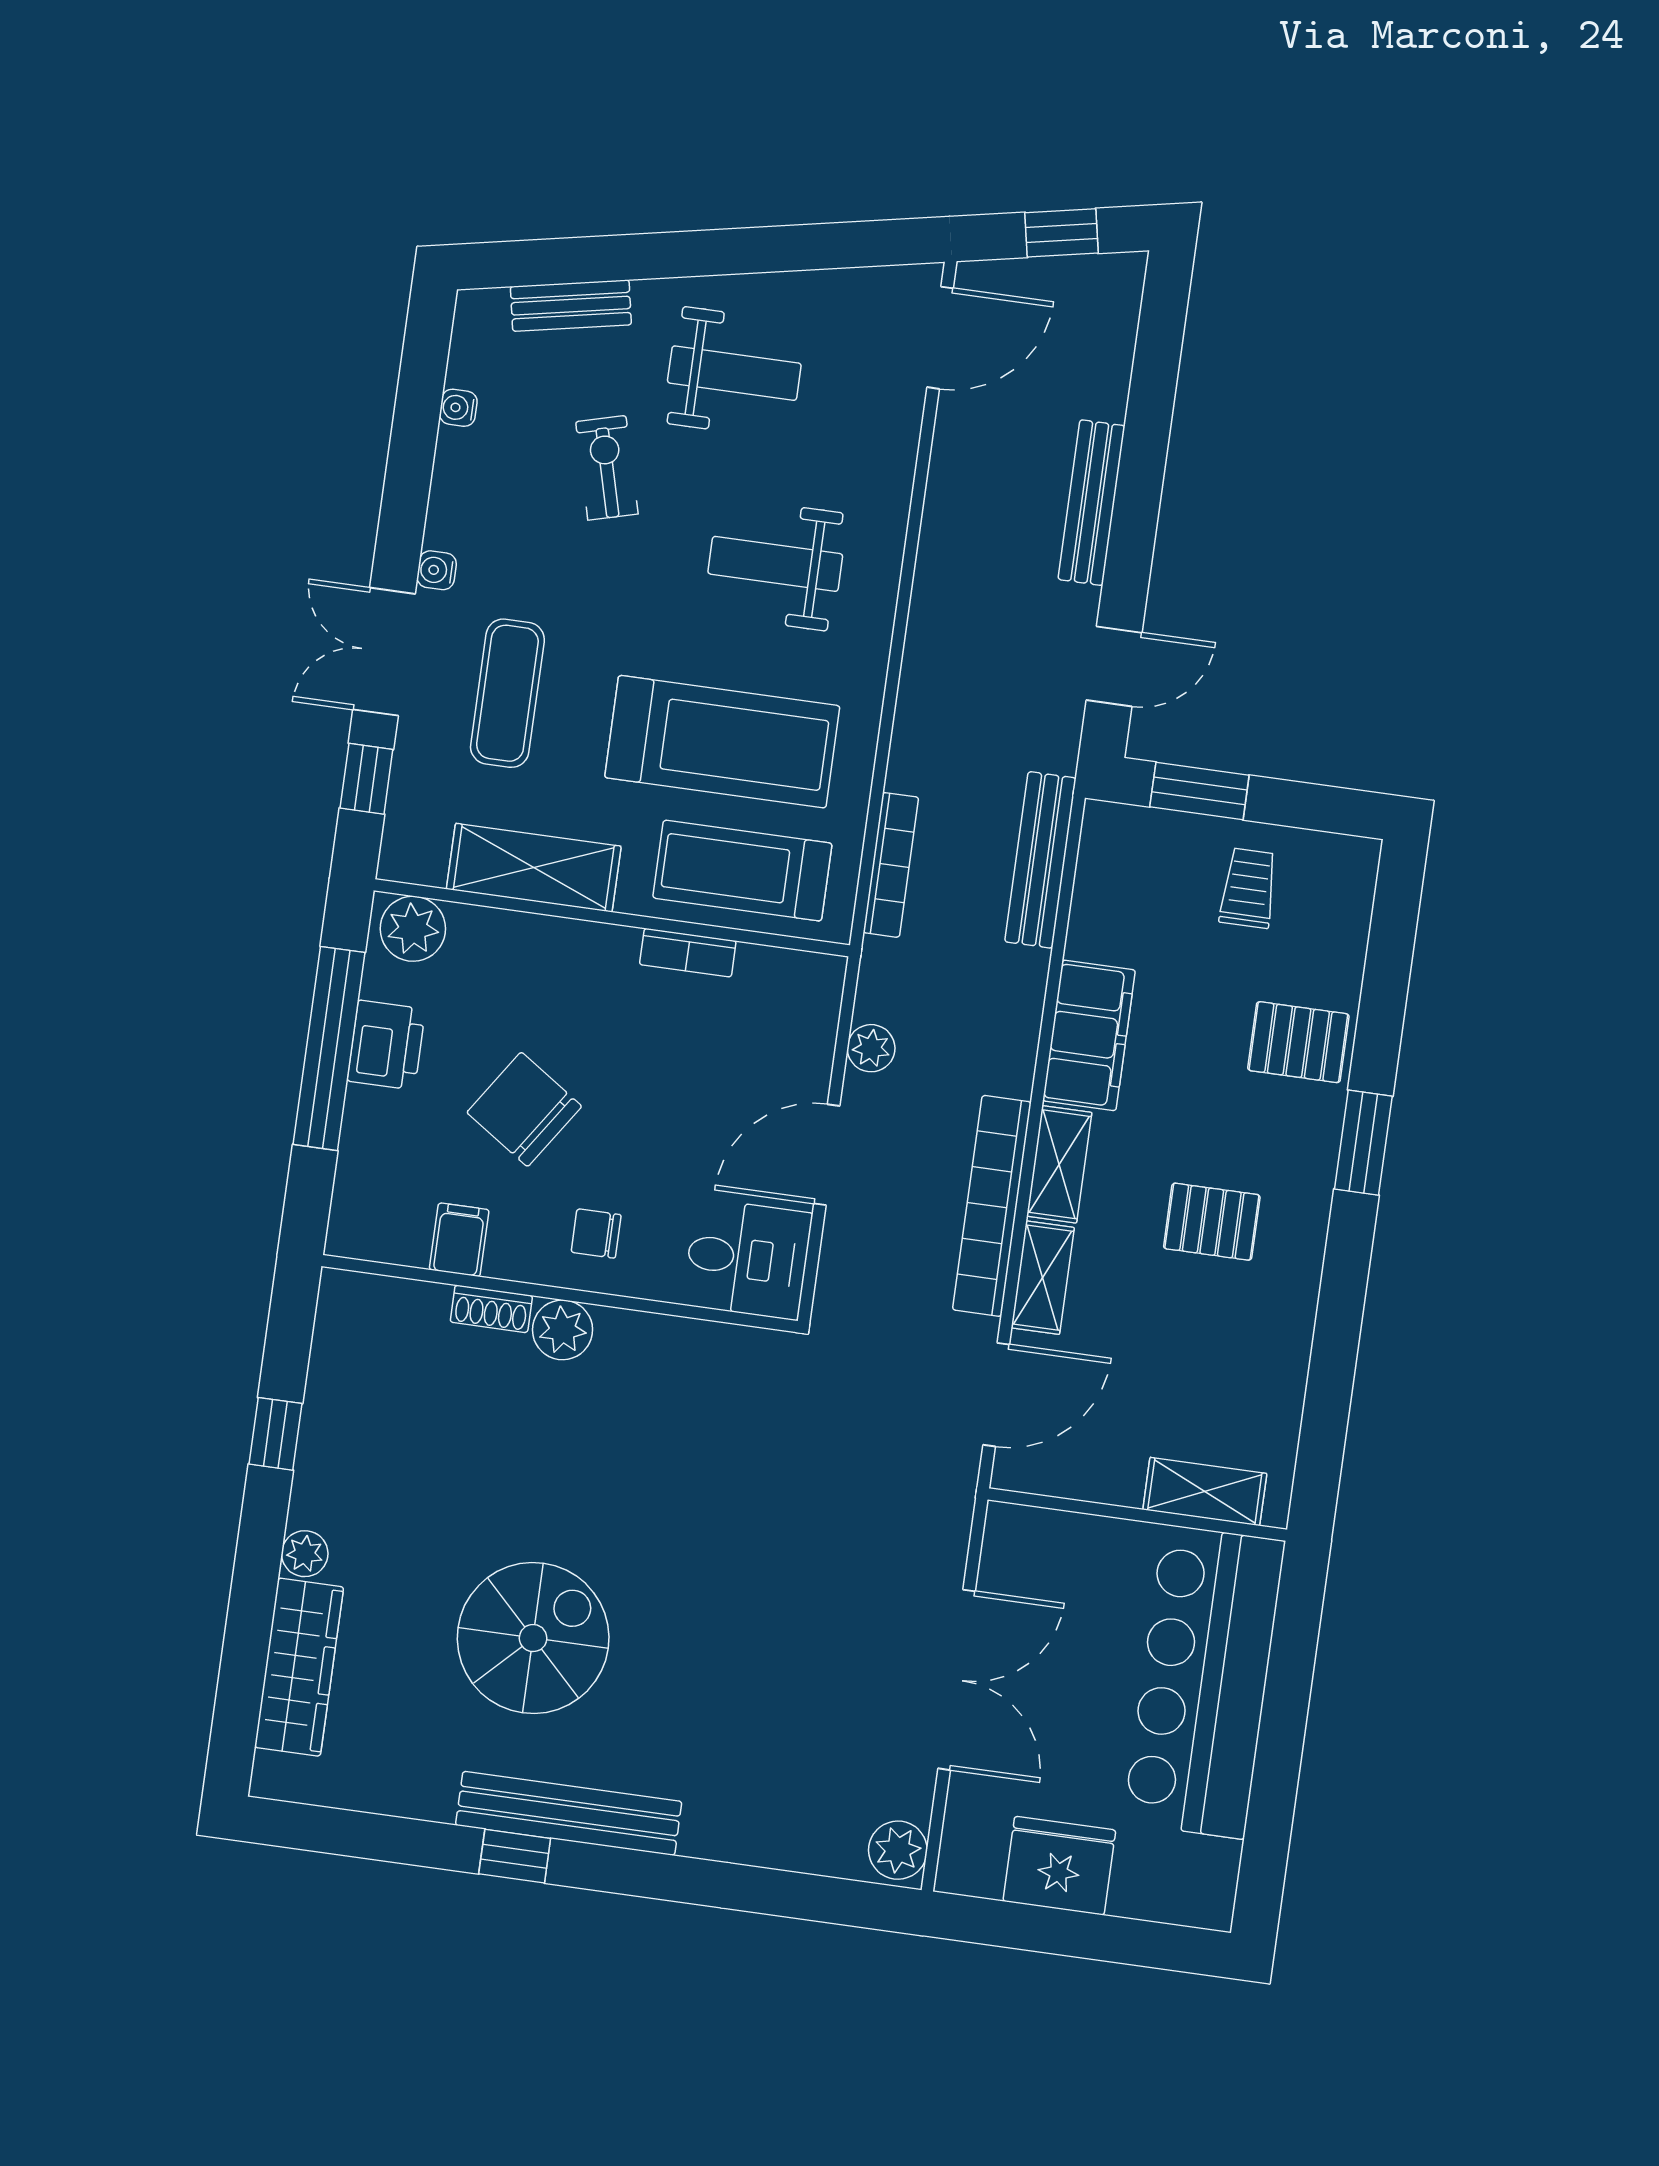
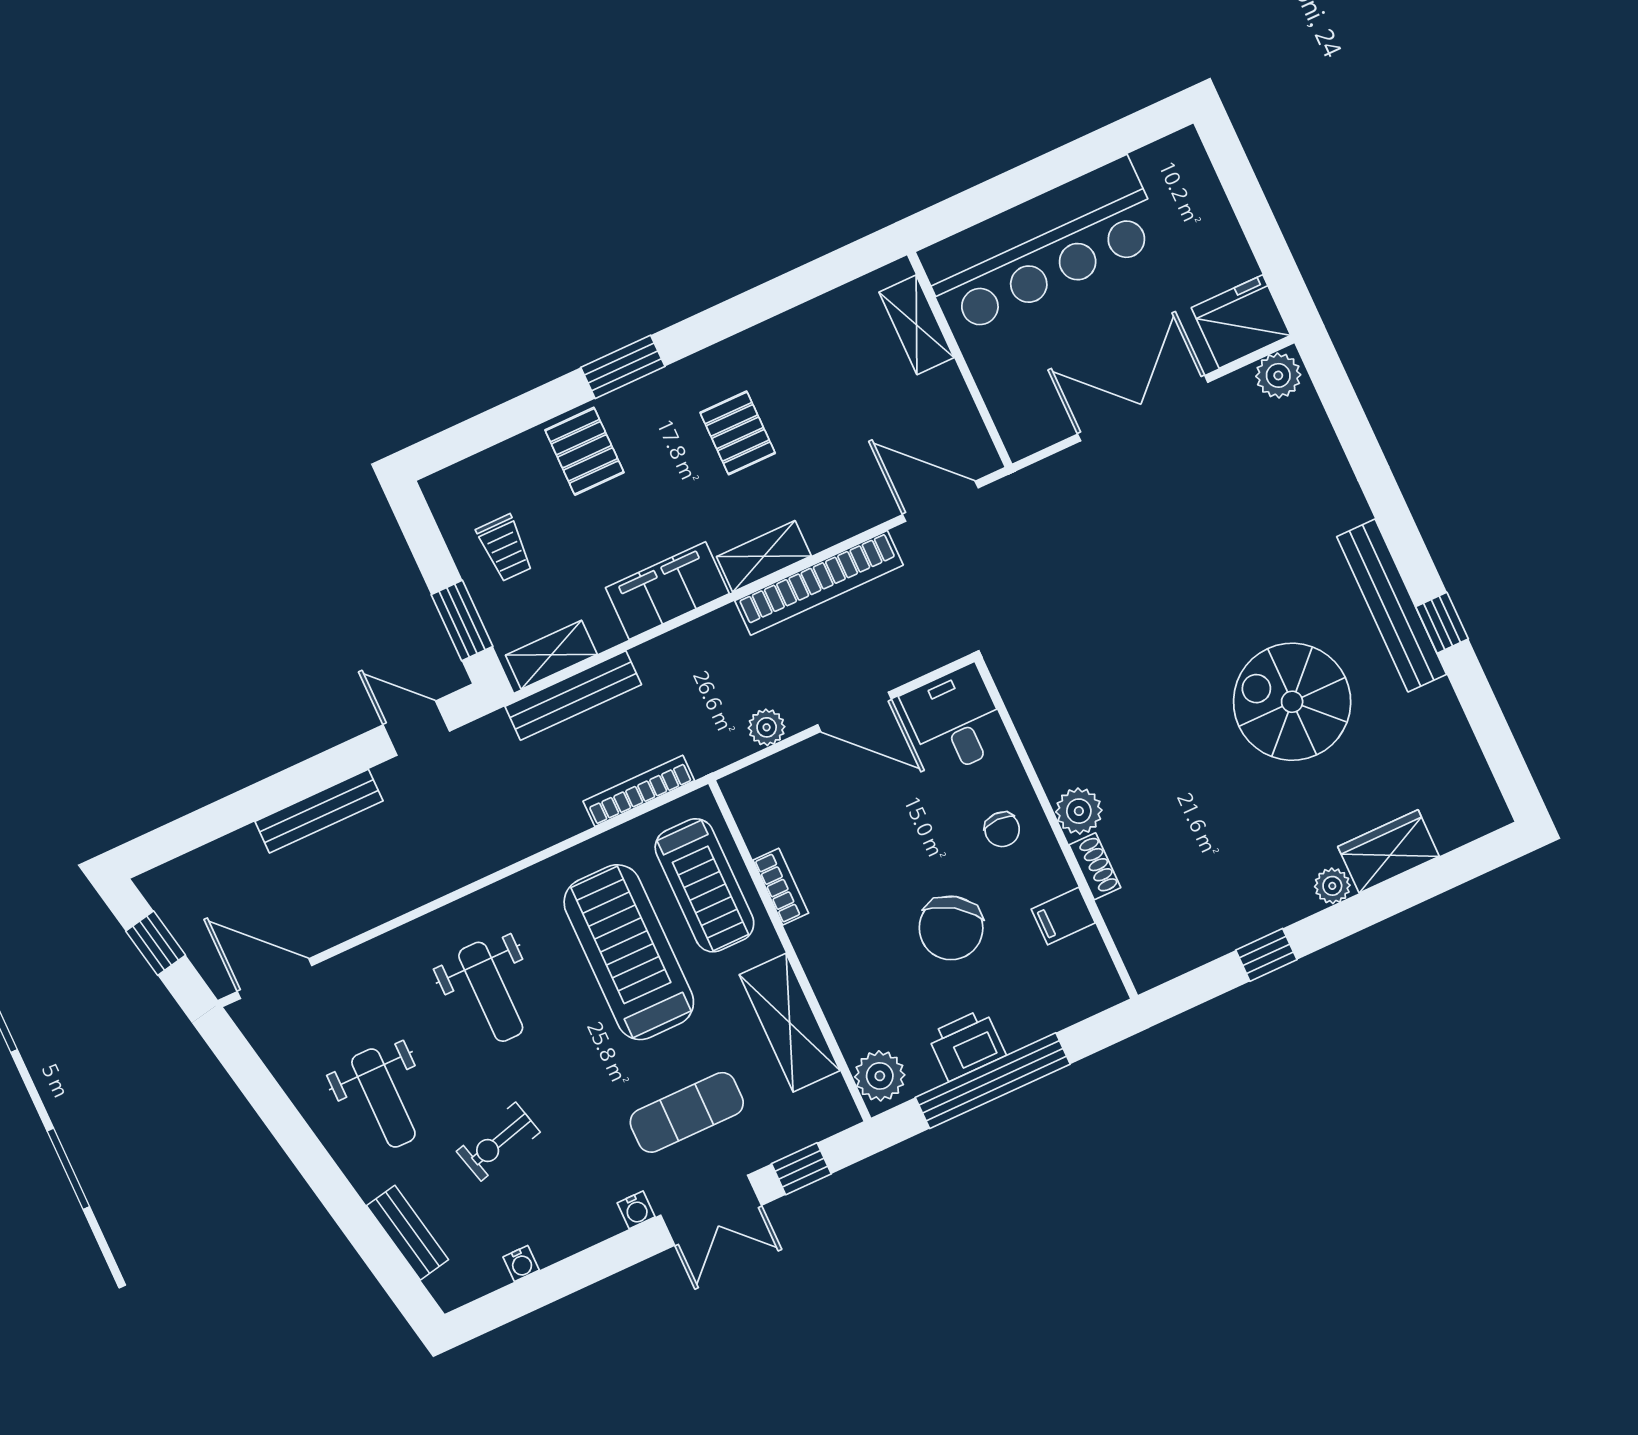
weight bench: (734, 373) -> (383, 1098), turned 180
trolley: (1249, 888) -> (505, 548), turned -90
shelving: (1043, 1278) -> (551, 655), moved
wardrobe: (299, 1667) -> (1389, 851), width x0.67
fridge: (1059, 1866) -> (1241, 321), moved, turned 90

